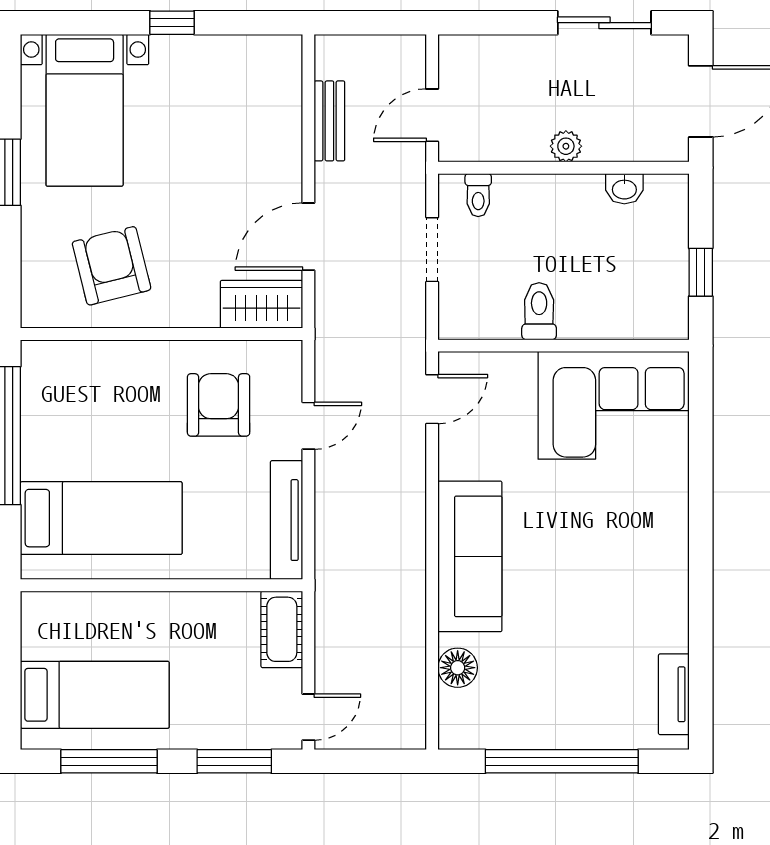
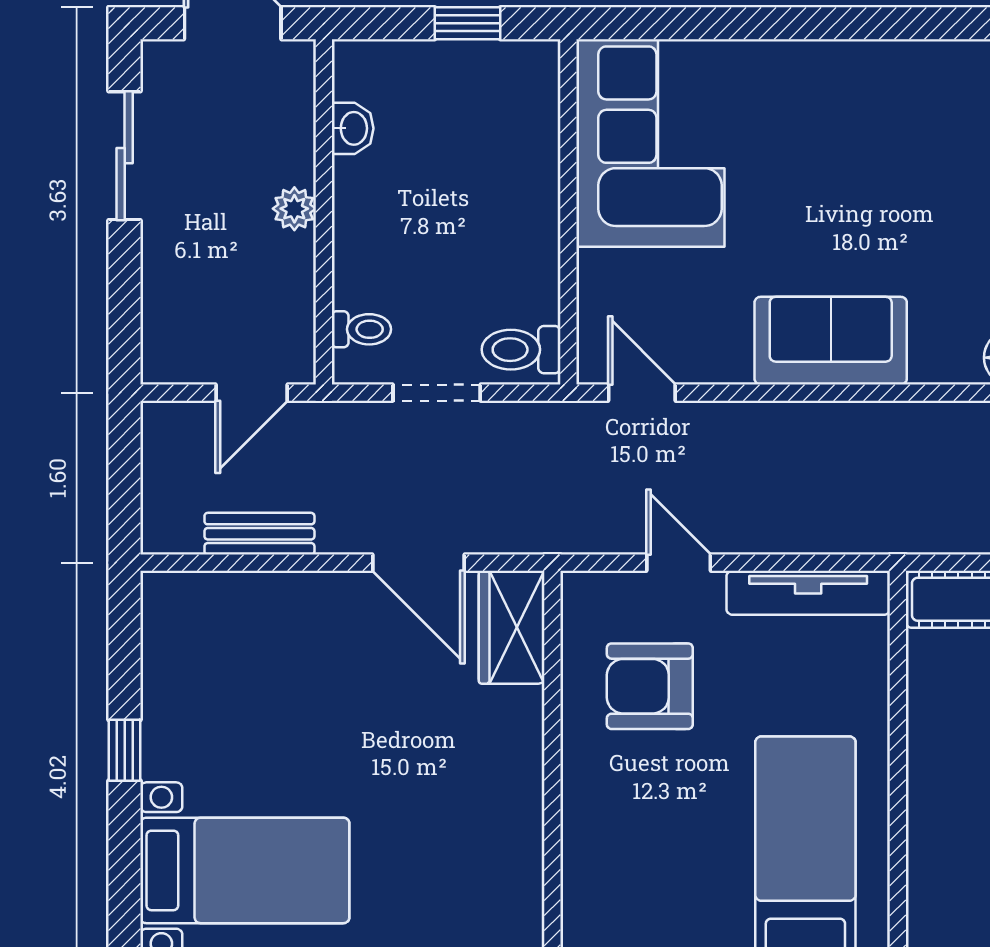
door: (432, 115) -> (252, 393), hinge flipped
armchair: (112, 266) -> (459, 833), removed
toilet: (539, 311) -> (521, 350), moved
sofa: (470, 556) -> (831, 341), width x0.73

